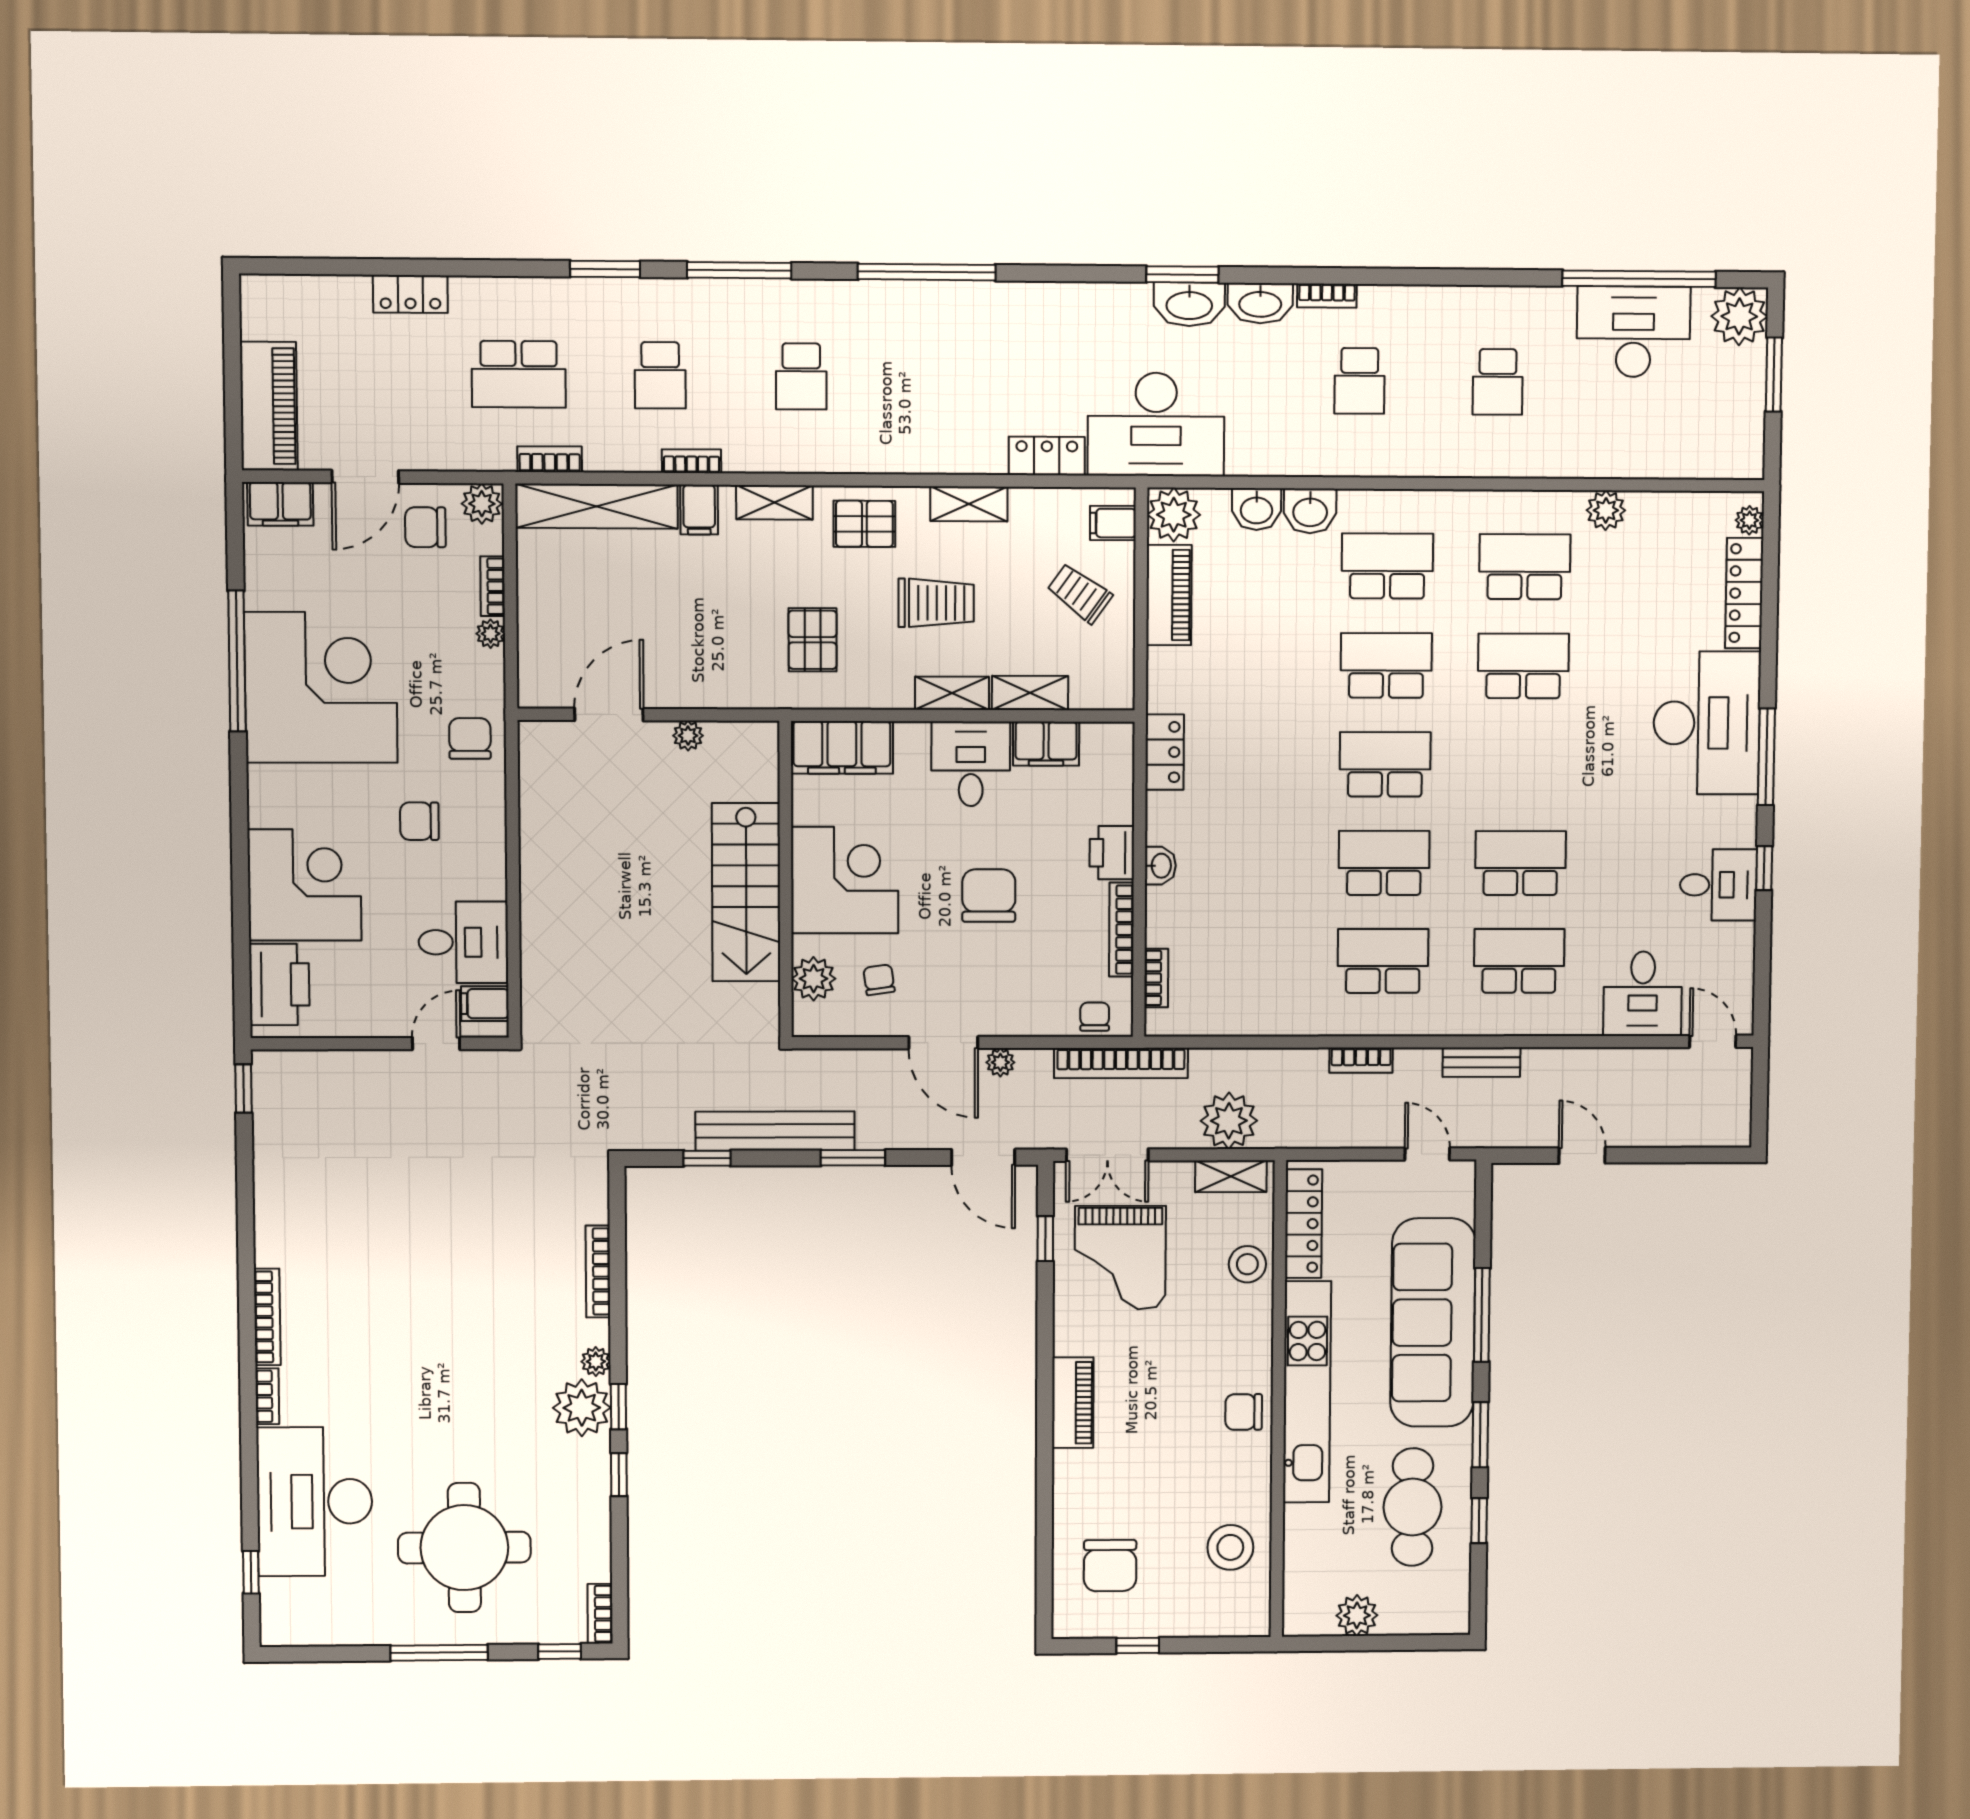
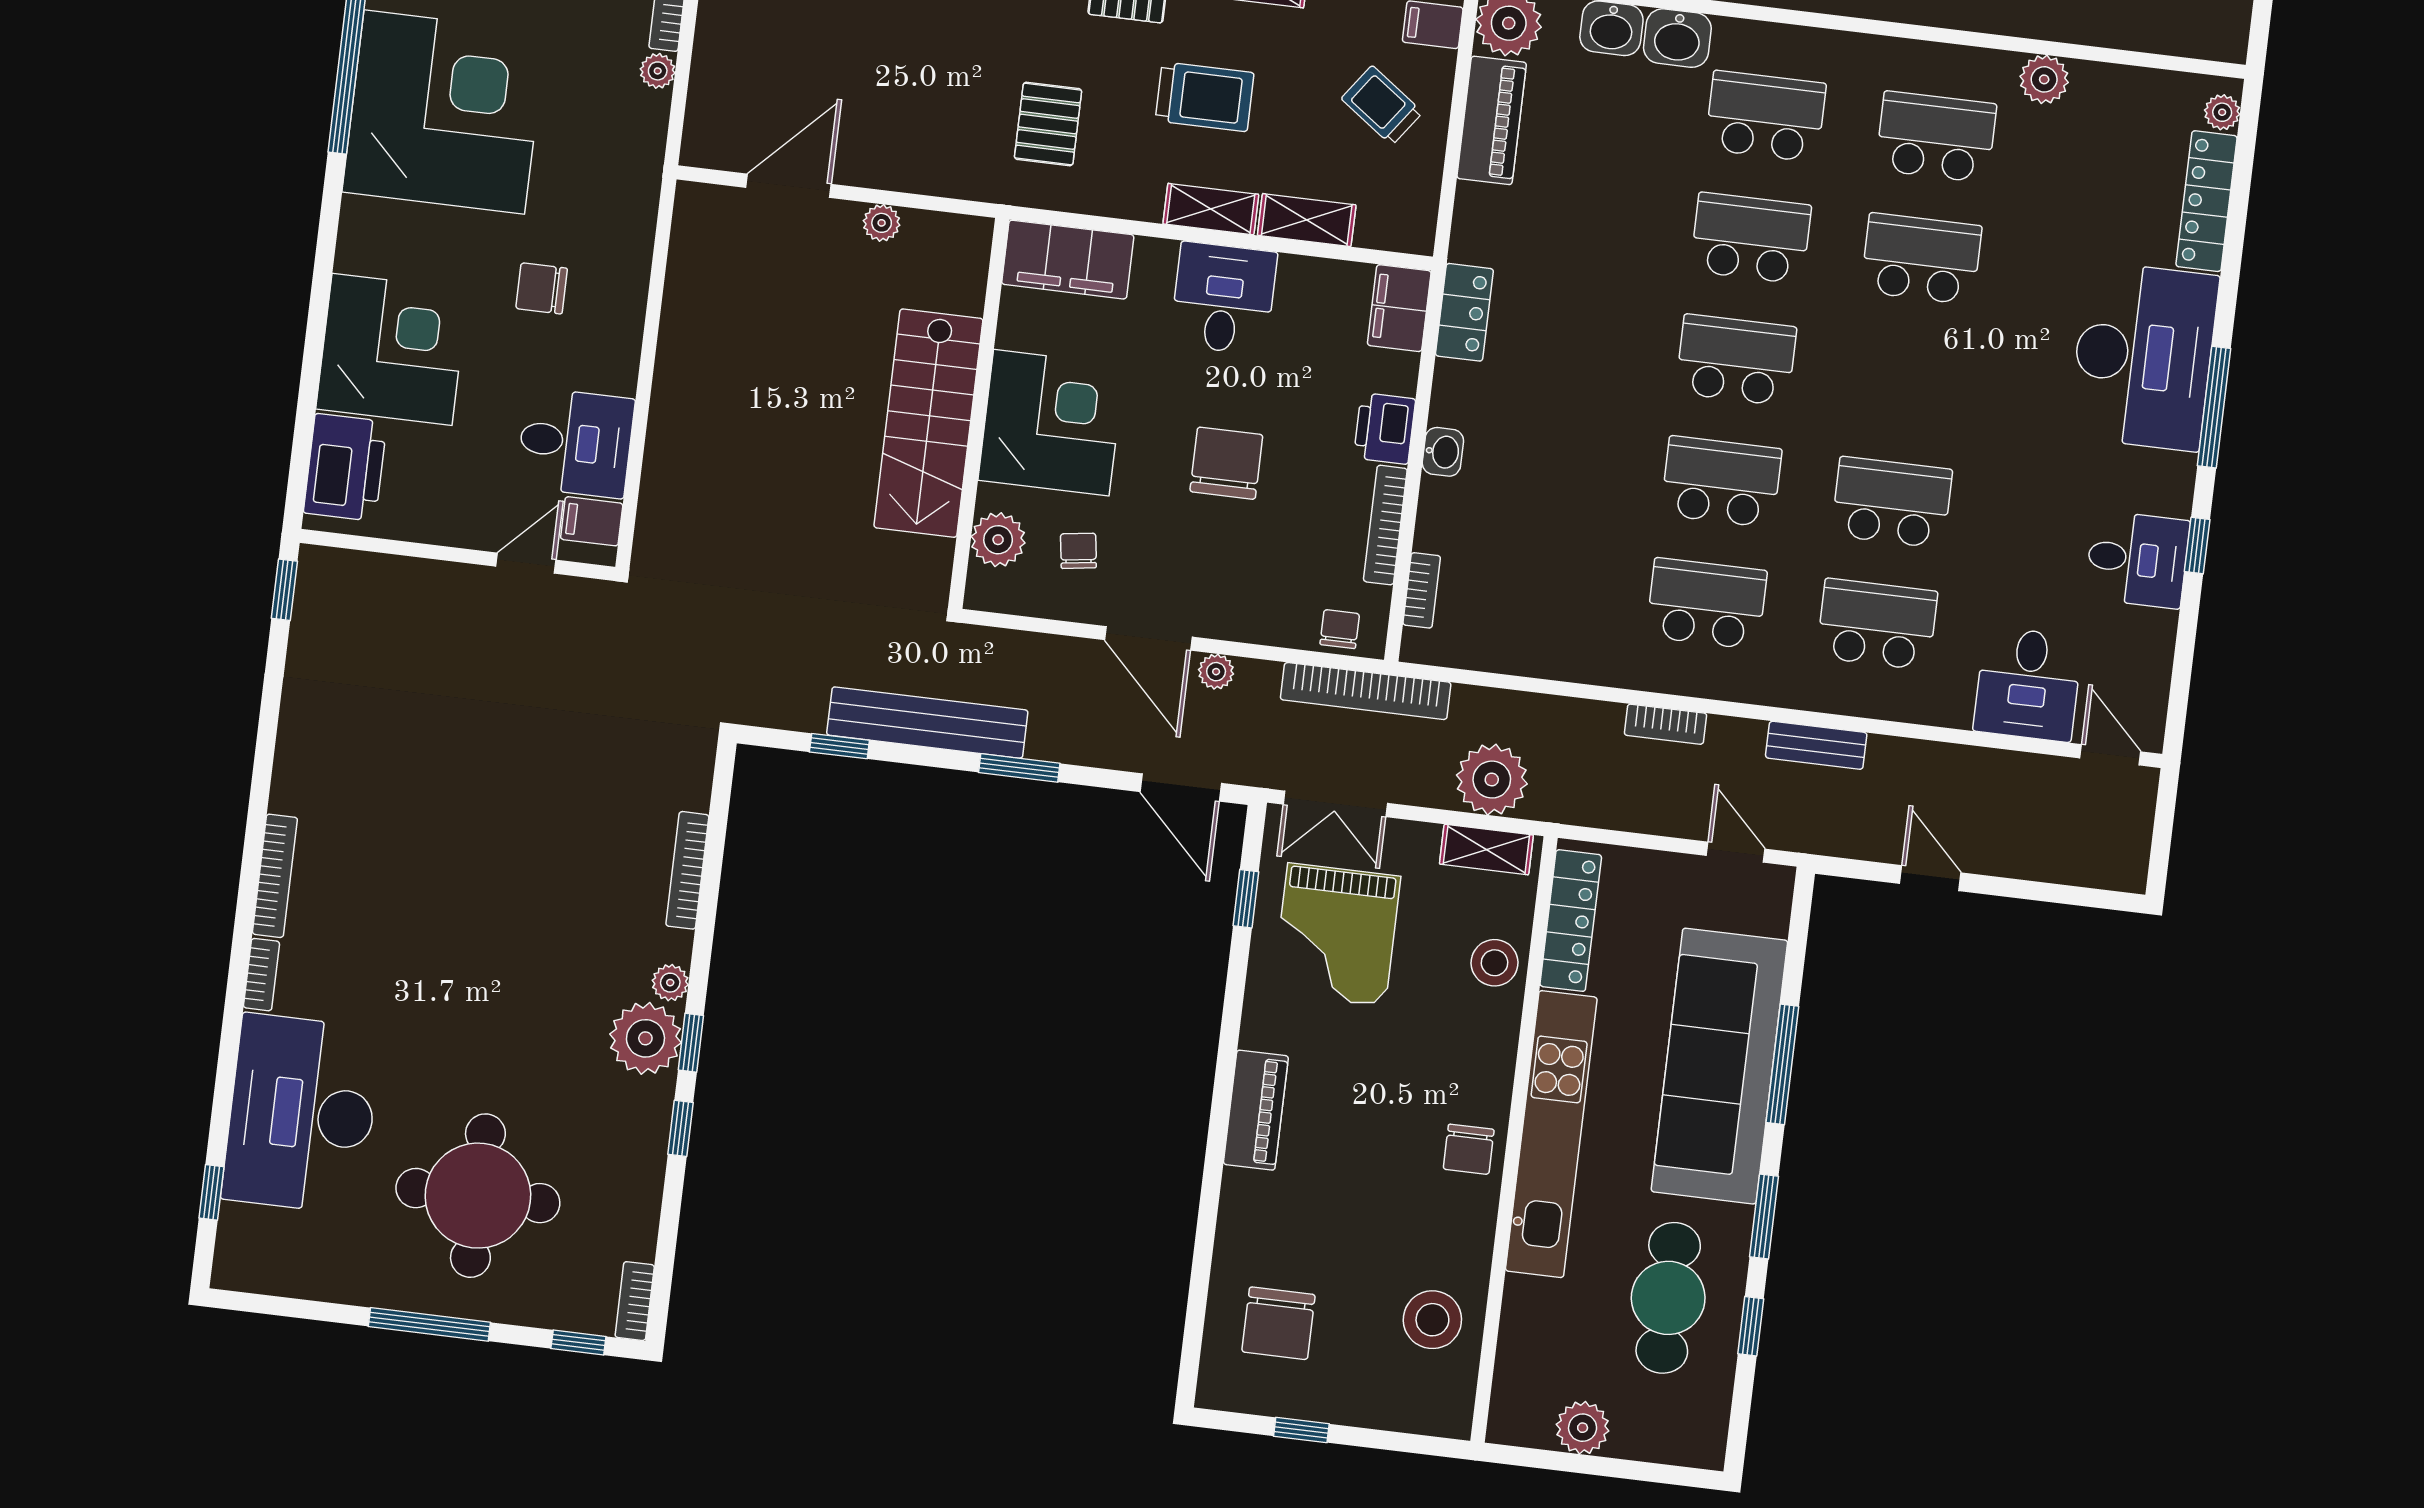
chair: (470, 738) -> (616, 195), removed
filing cabinet: (1046, 744) -> (1399, 308), moved, turned 90
chair: (1244, 1412) -> (1469, 1149), turned -90

